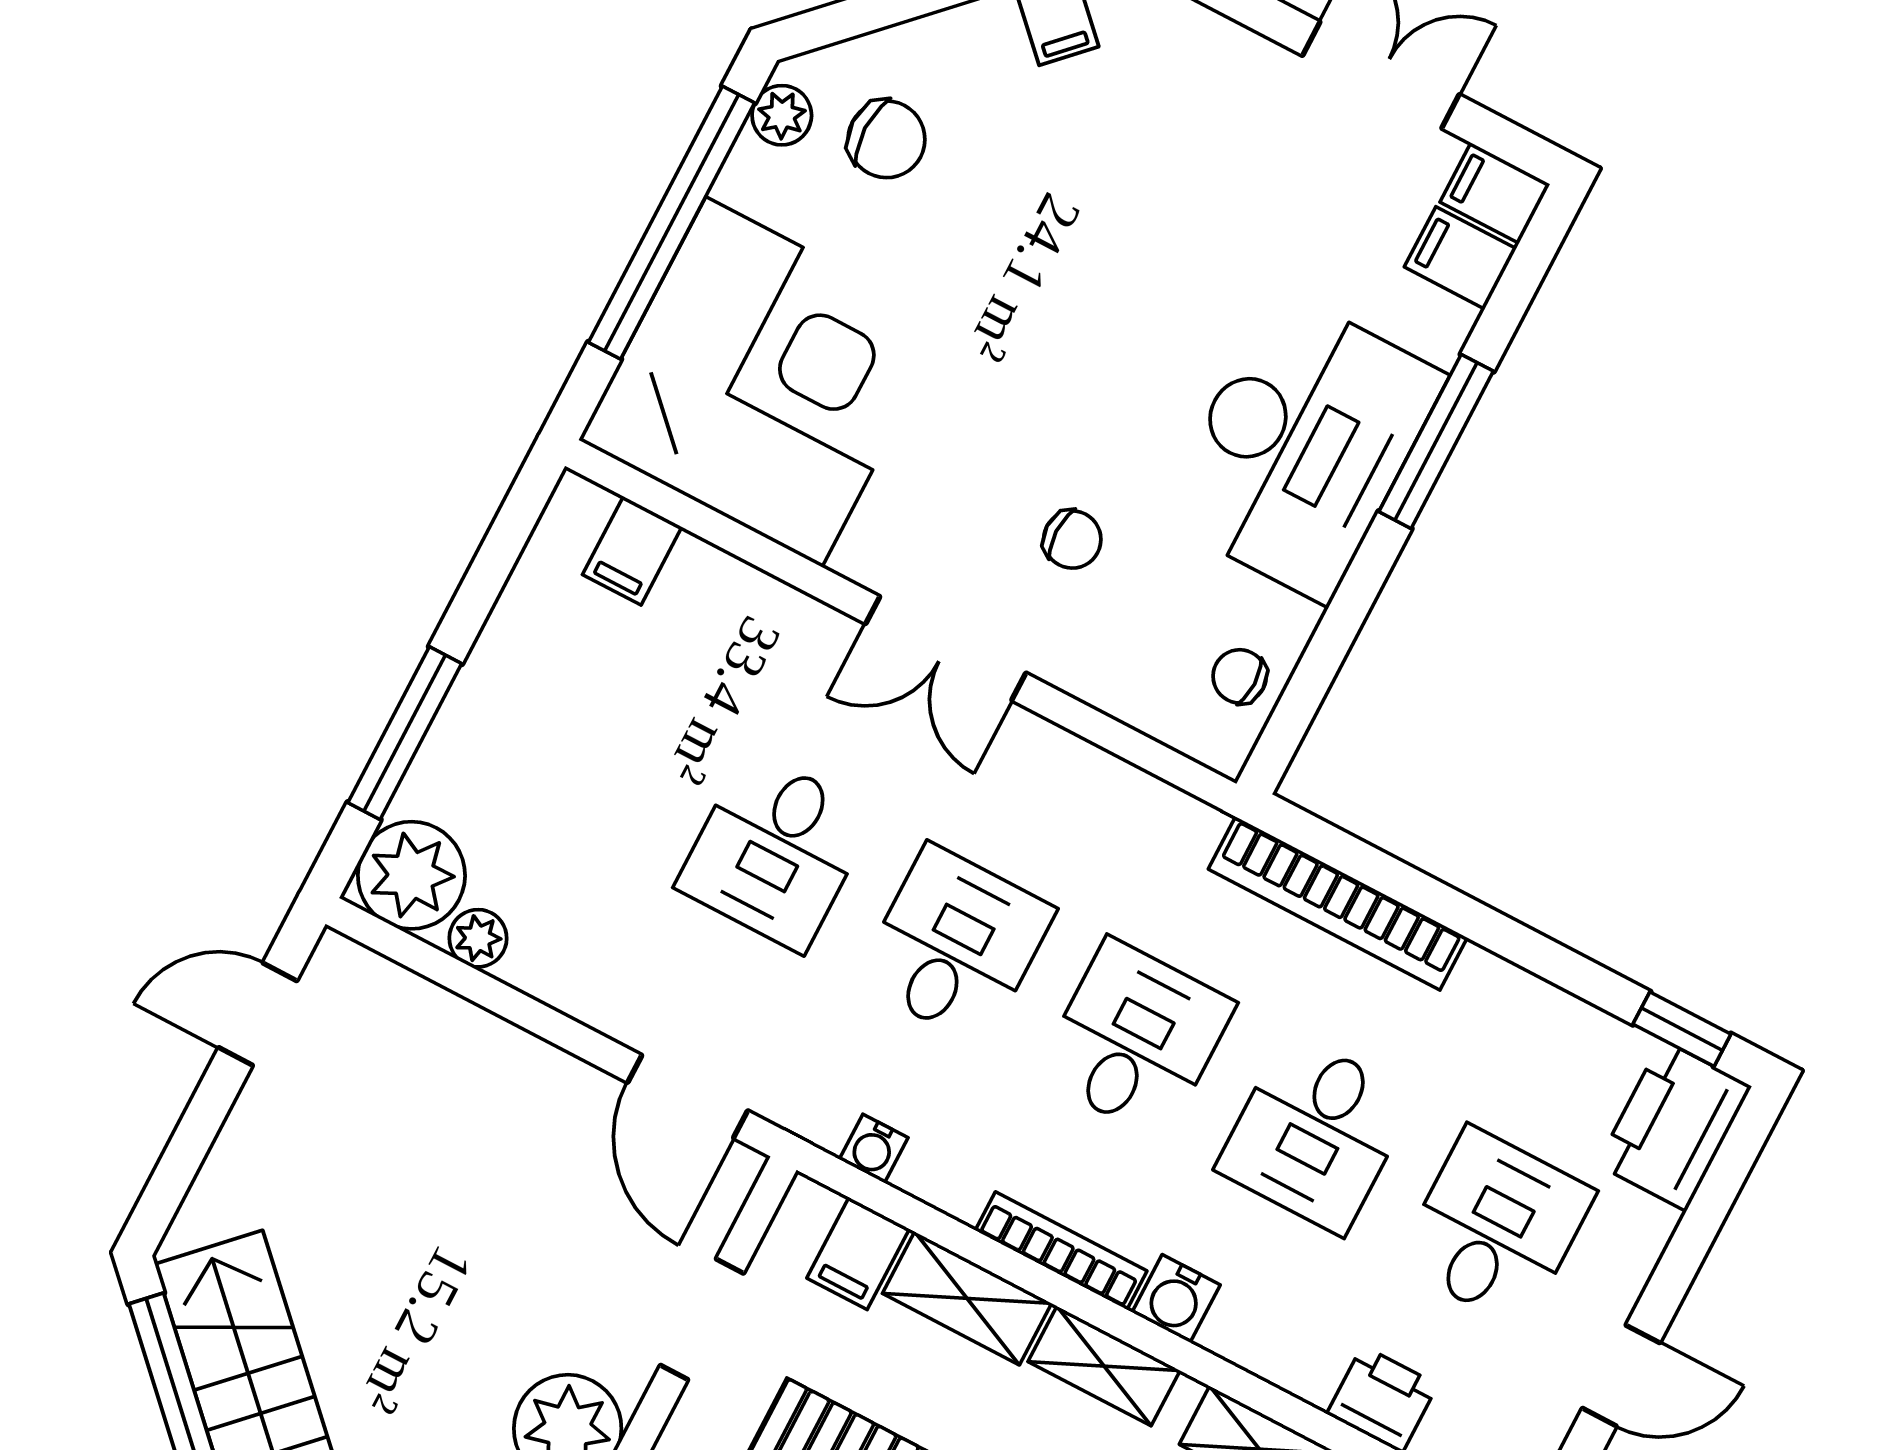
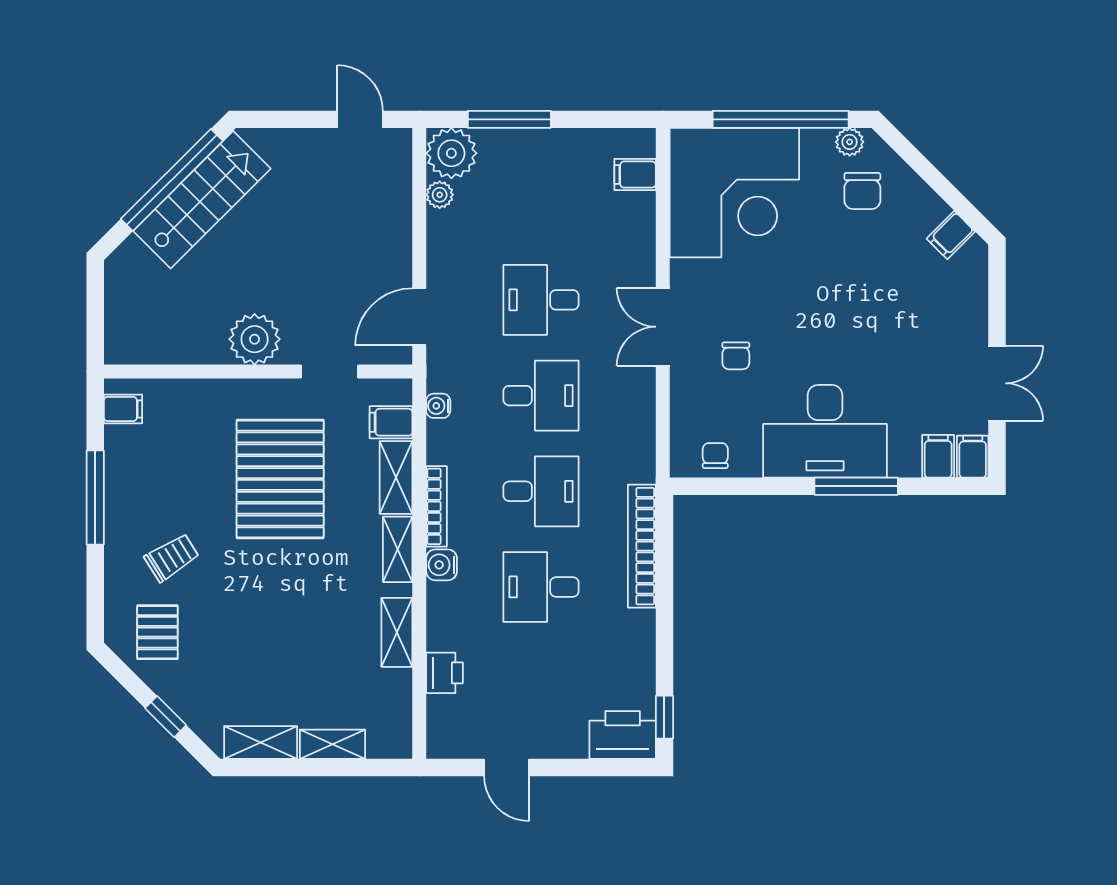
desk: (1496, 1227) -> (541, 683), removed

